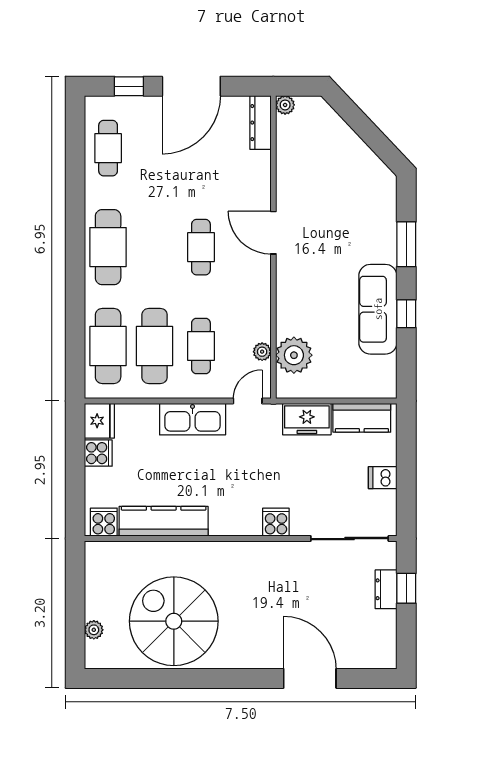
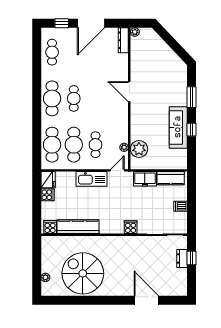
cafe table: (201, 247) -> (74, 98), moved

